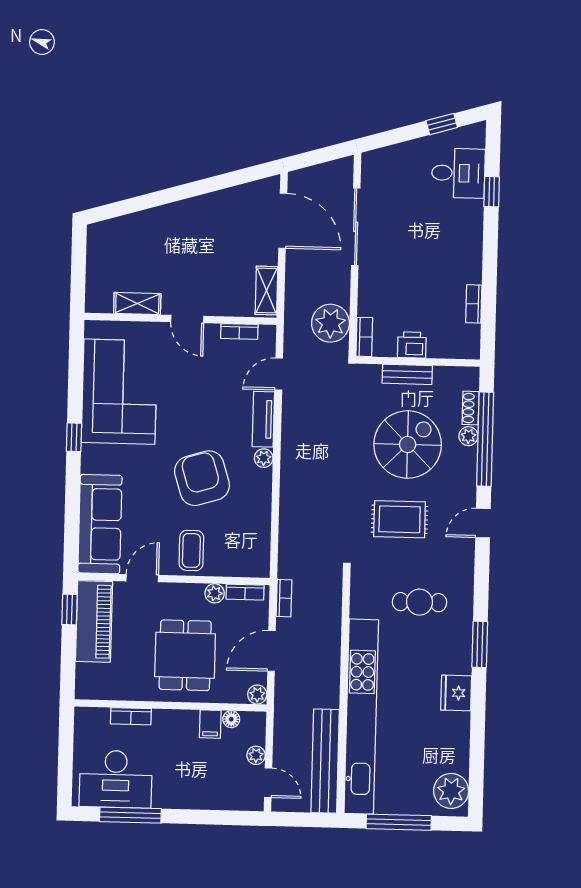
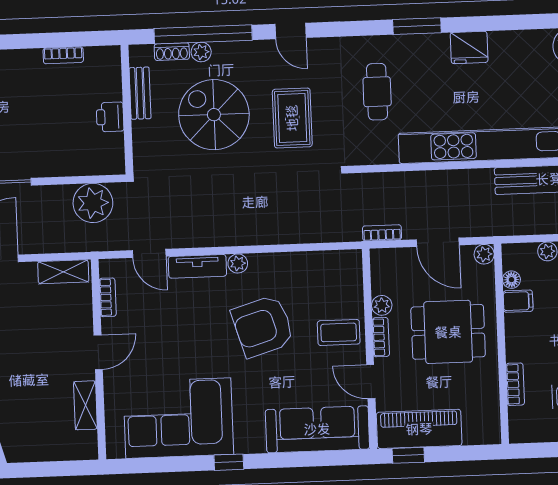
bookcase: (364, 337) -> (105, 167), removed
bench: (407, 374) -> (140, 93), moved
bookcase: (245, 592) -> (381, 337), moved

